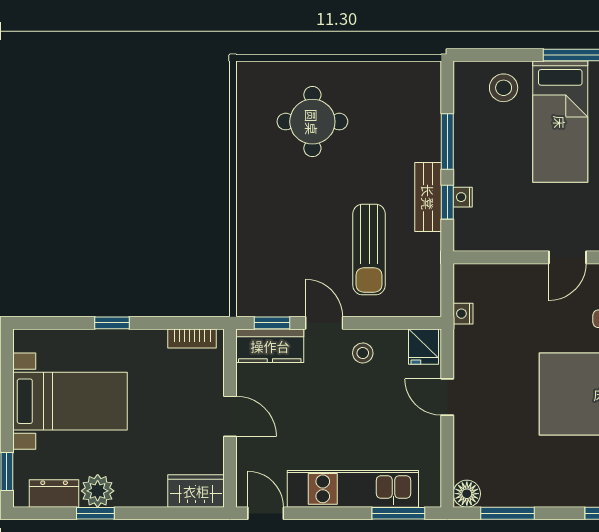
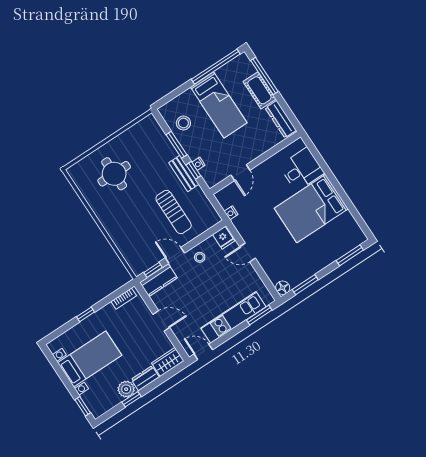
stool: (504, 88) -> (183, 123), moved
door: (567, 257) -> (240, 173), moved
dresser: (54, 493) -> (145, 378), moved

